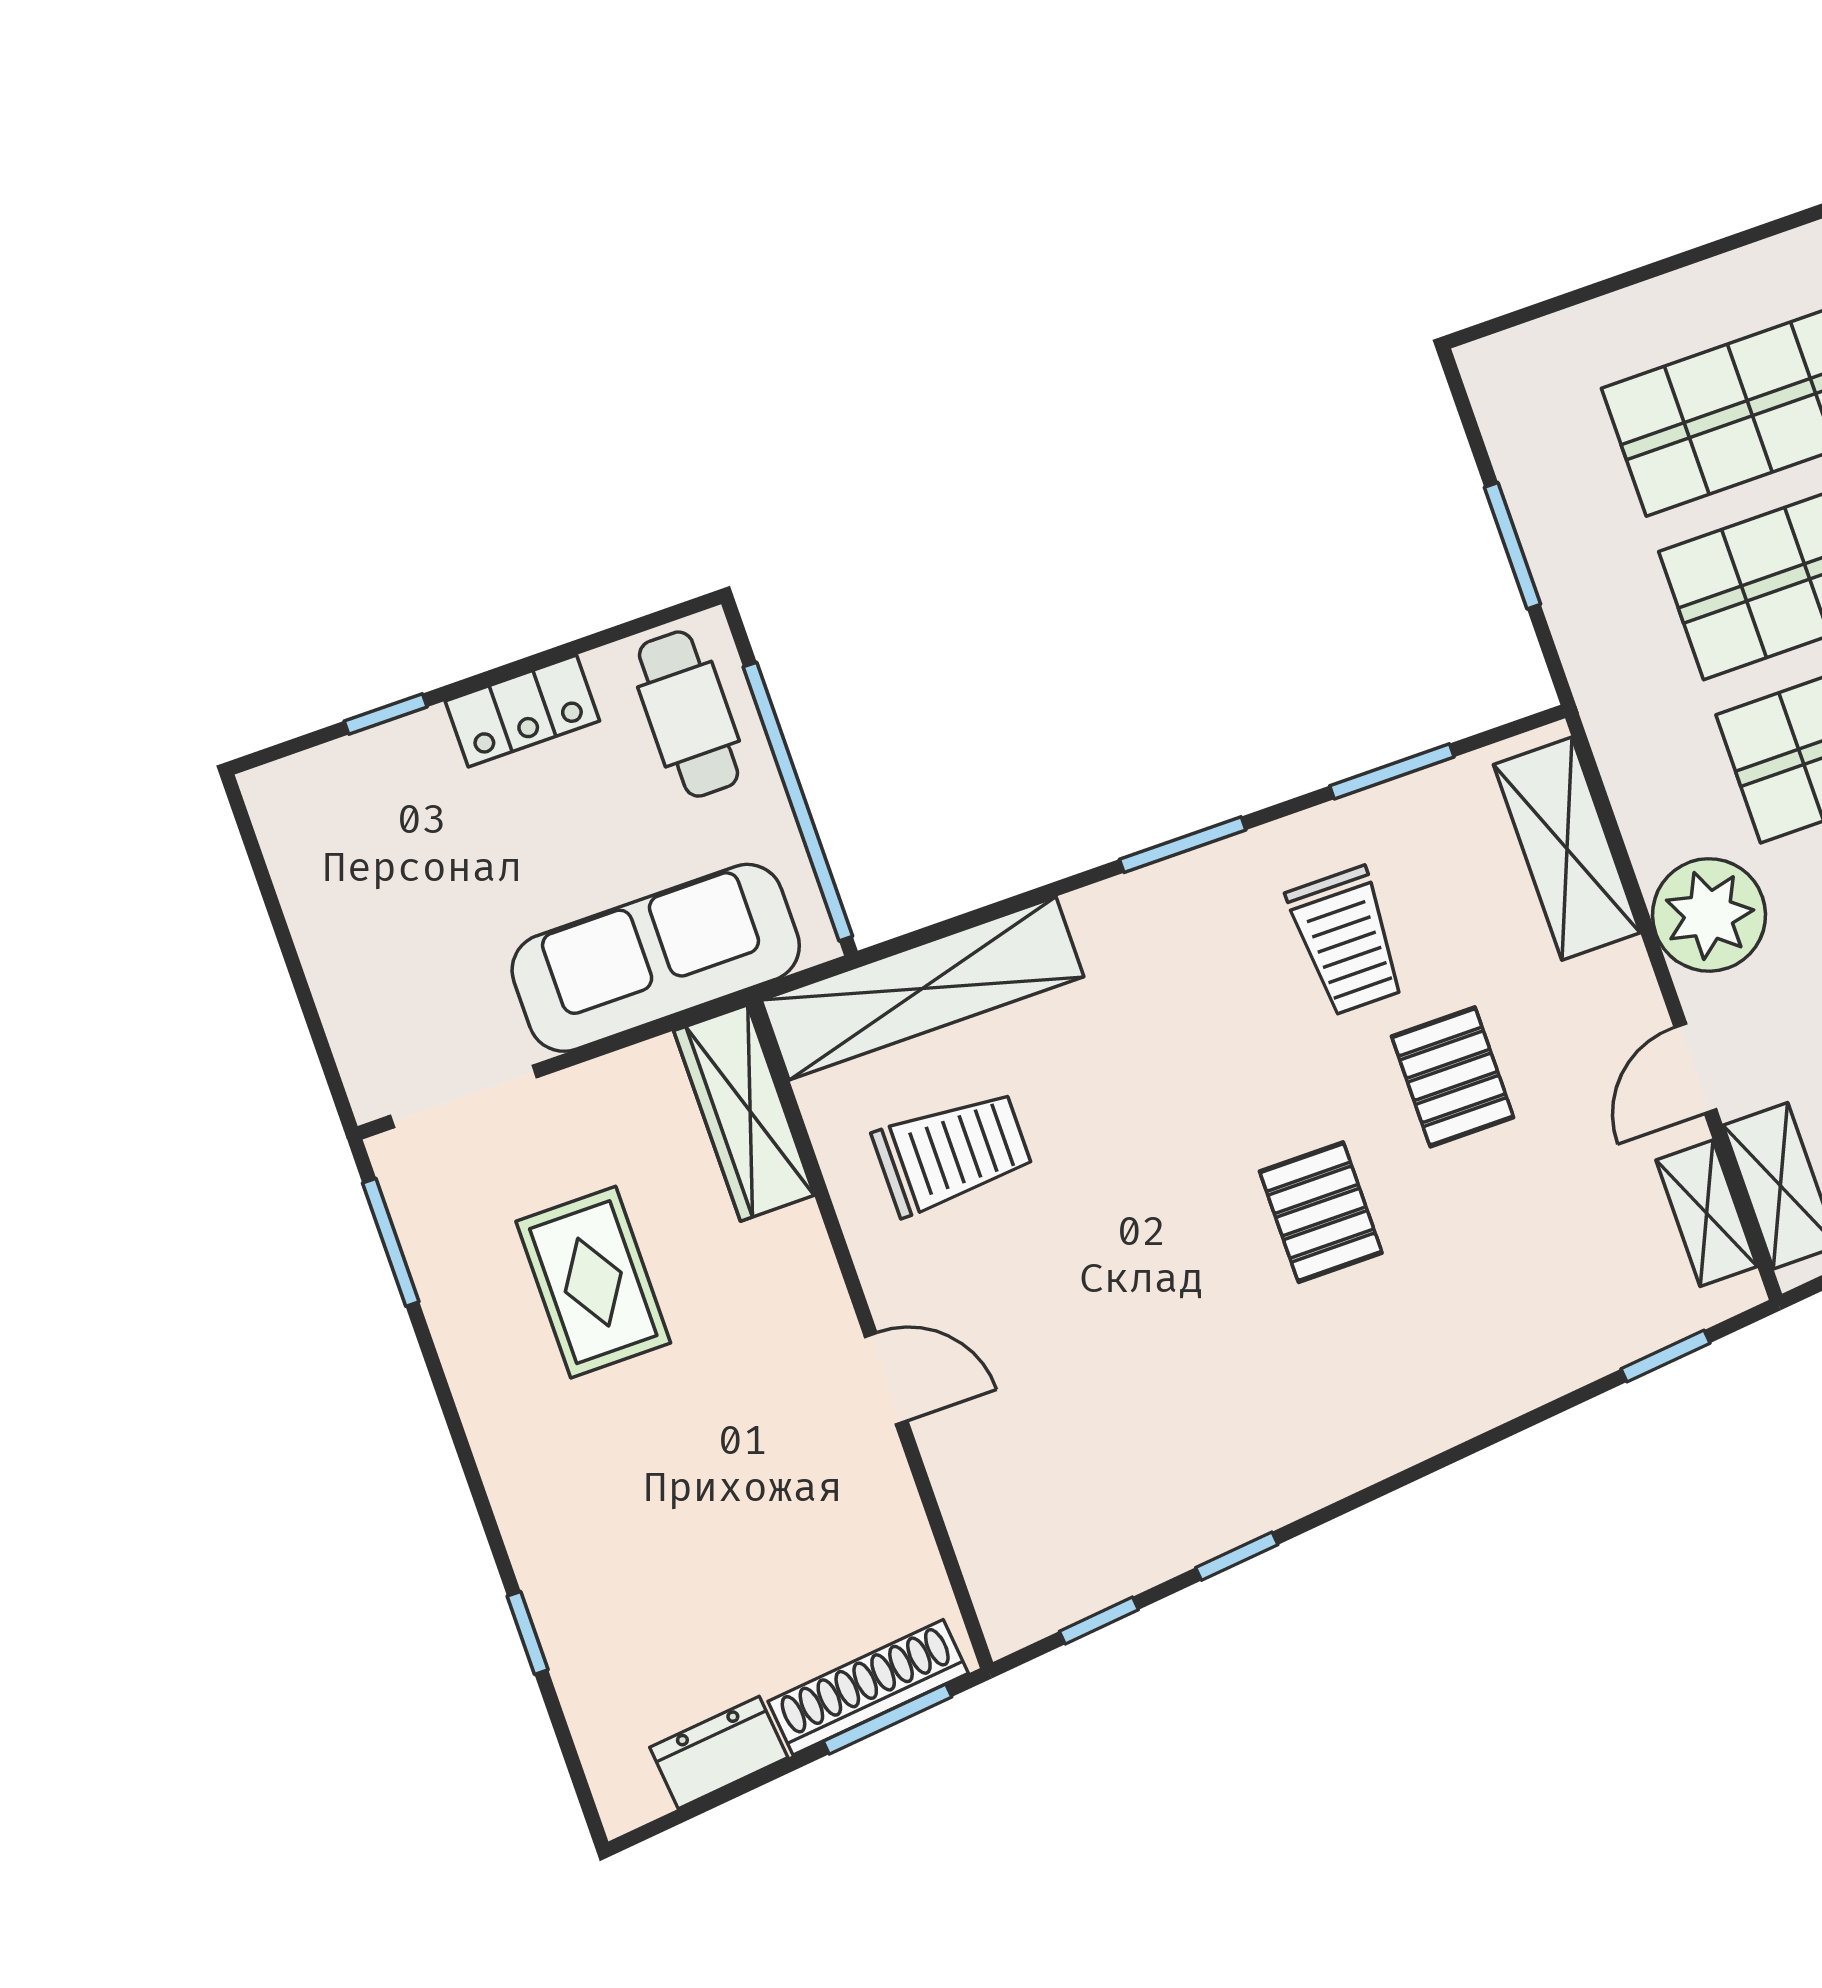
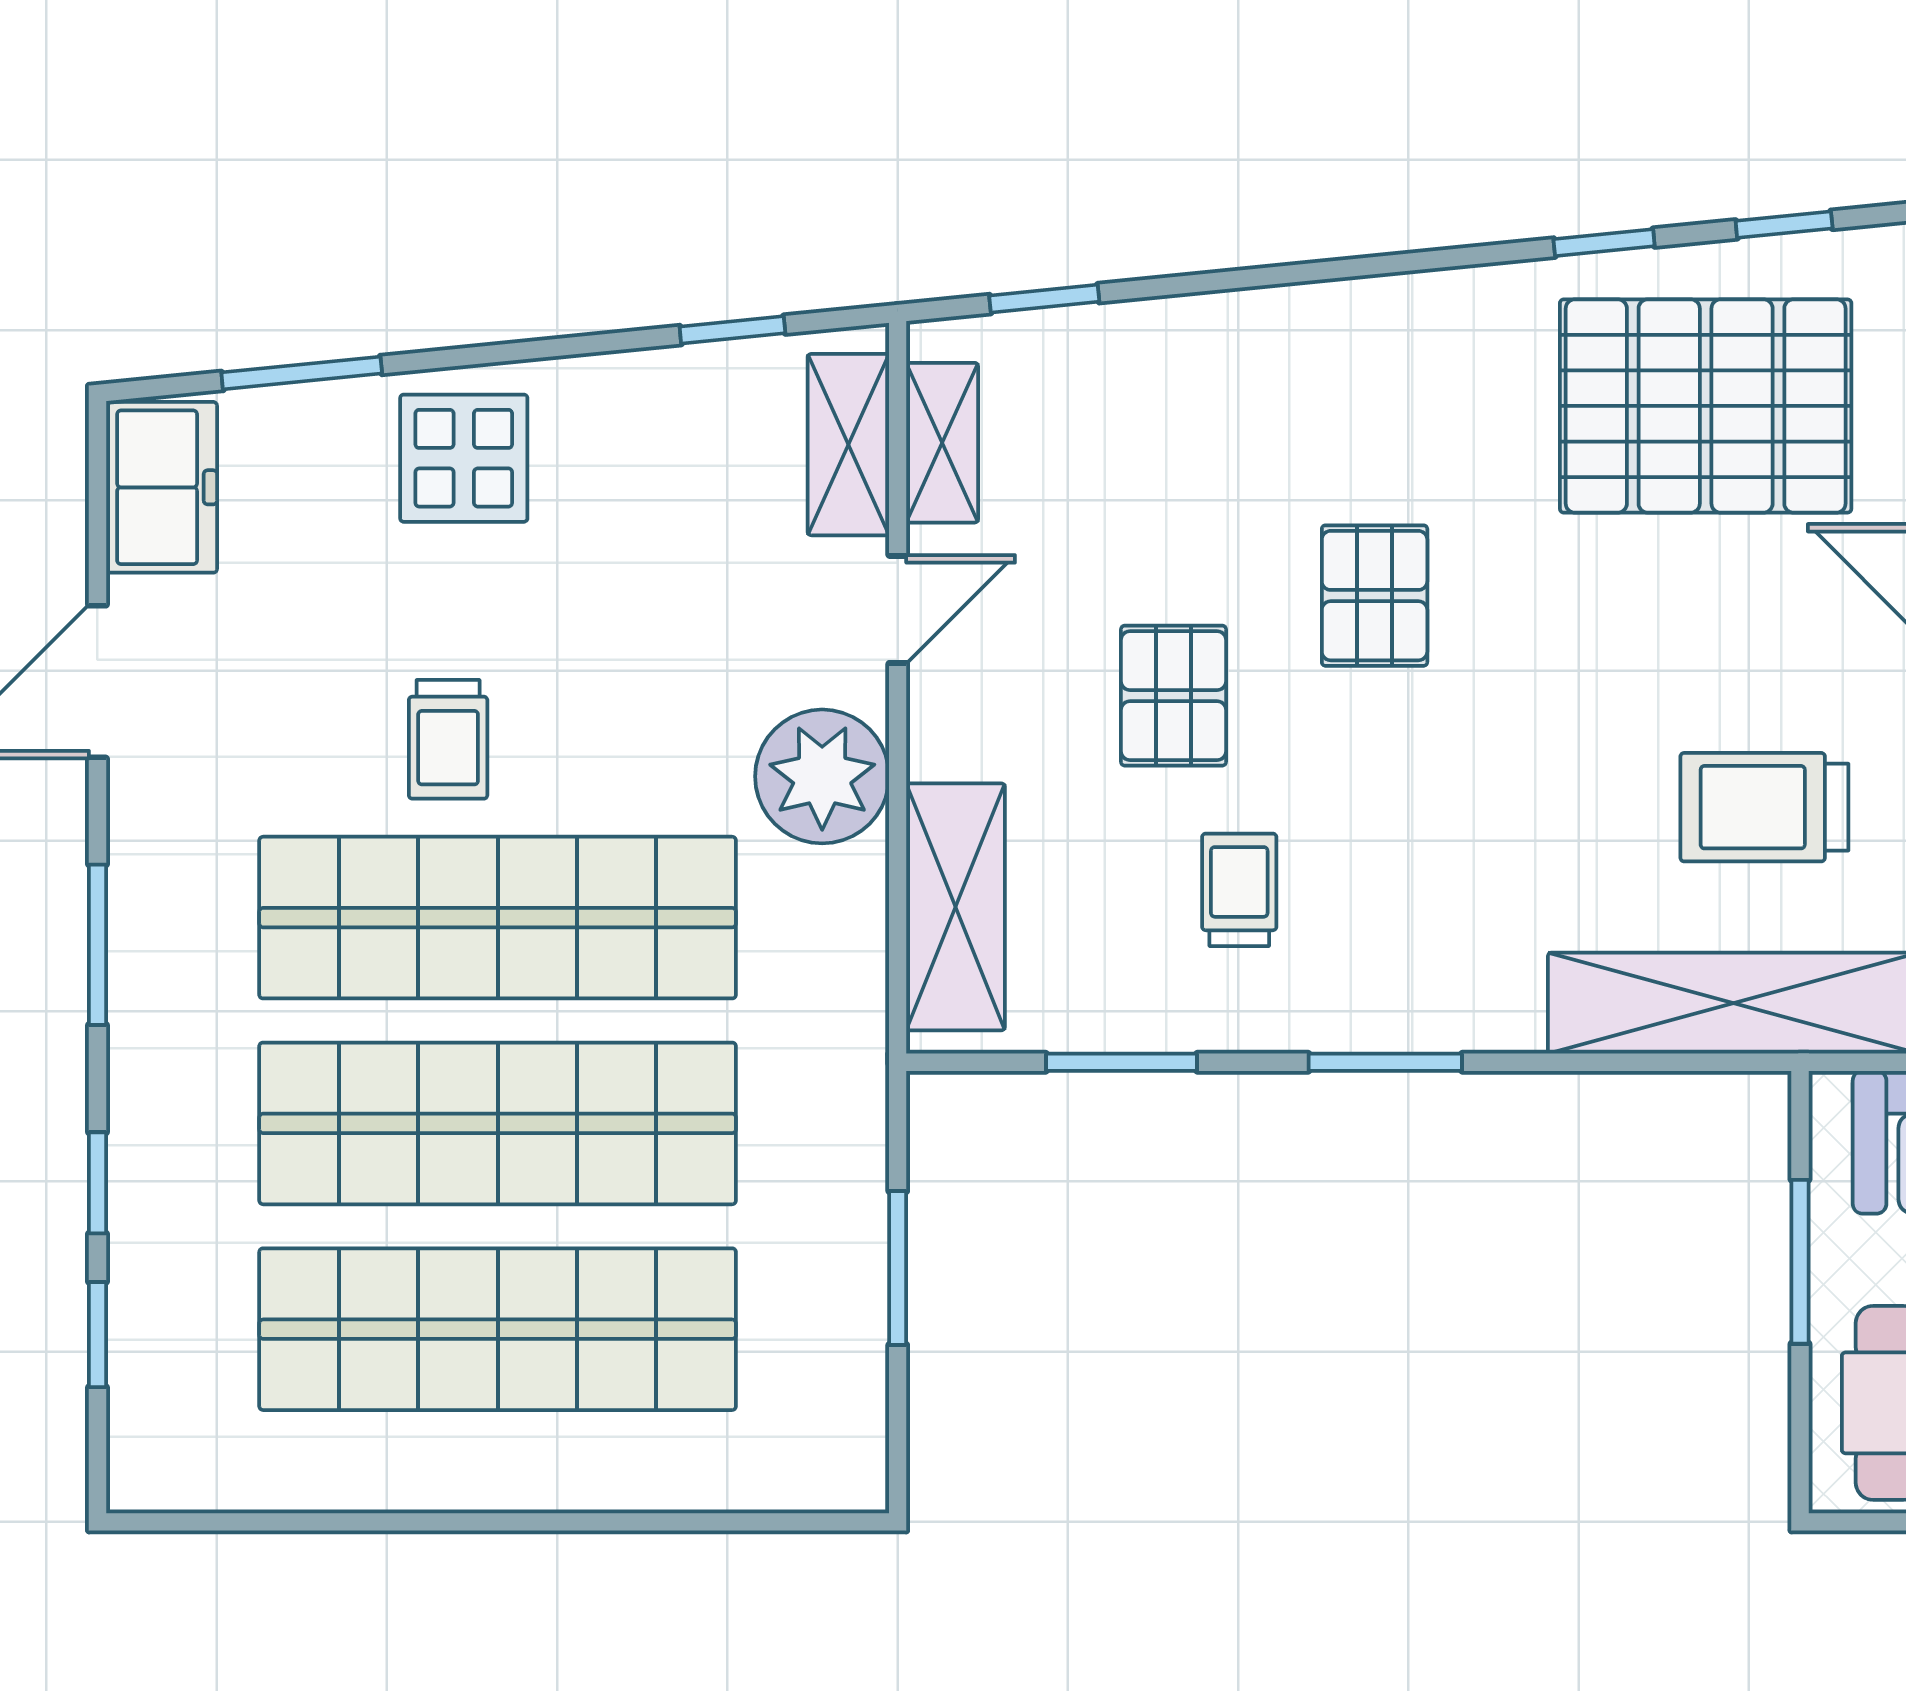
window: (798, 802) -> (1800, 1262), width x0.47
trolley: (1346, 941) -> (1239, 890), width x0.73, depth x0.72
pallet: (1111, 1455) -> (1706, 406), added

